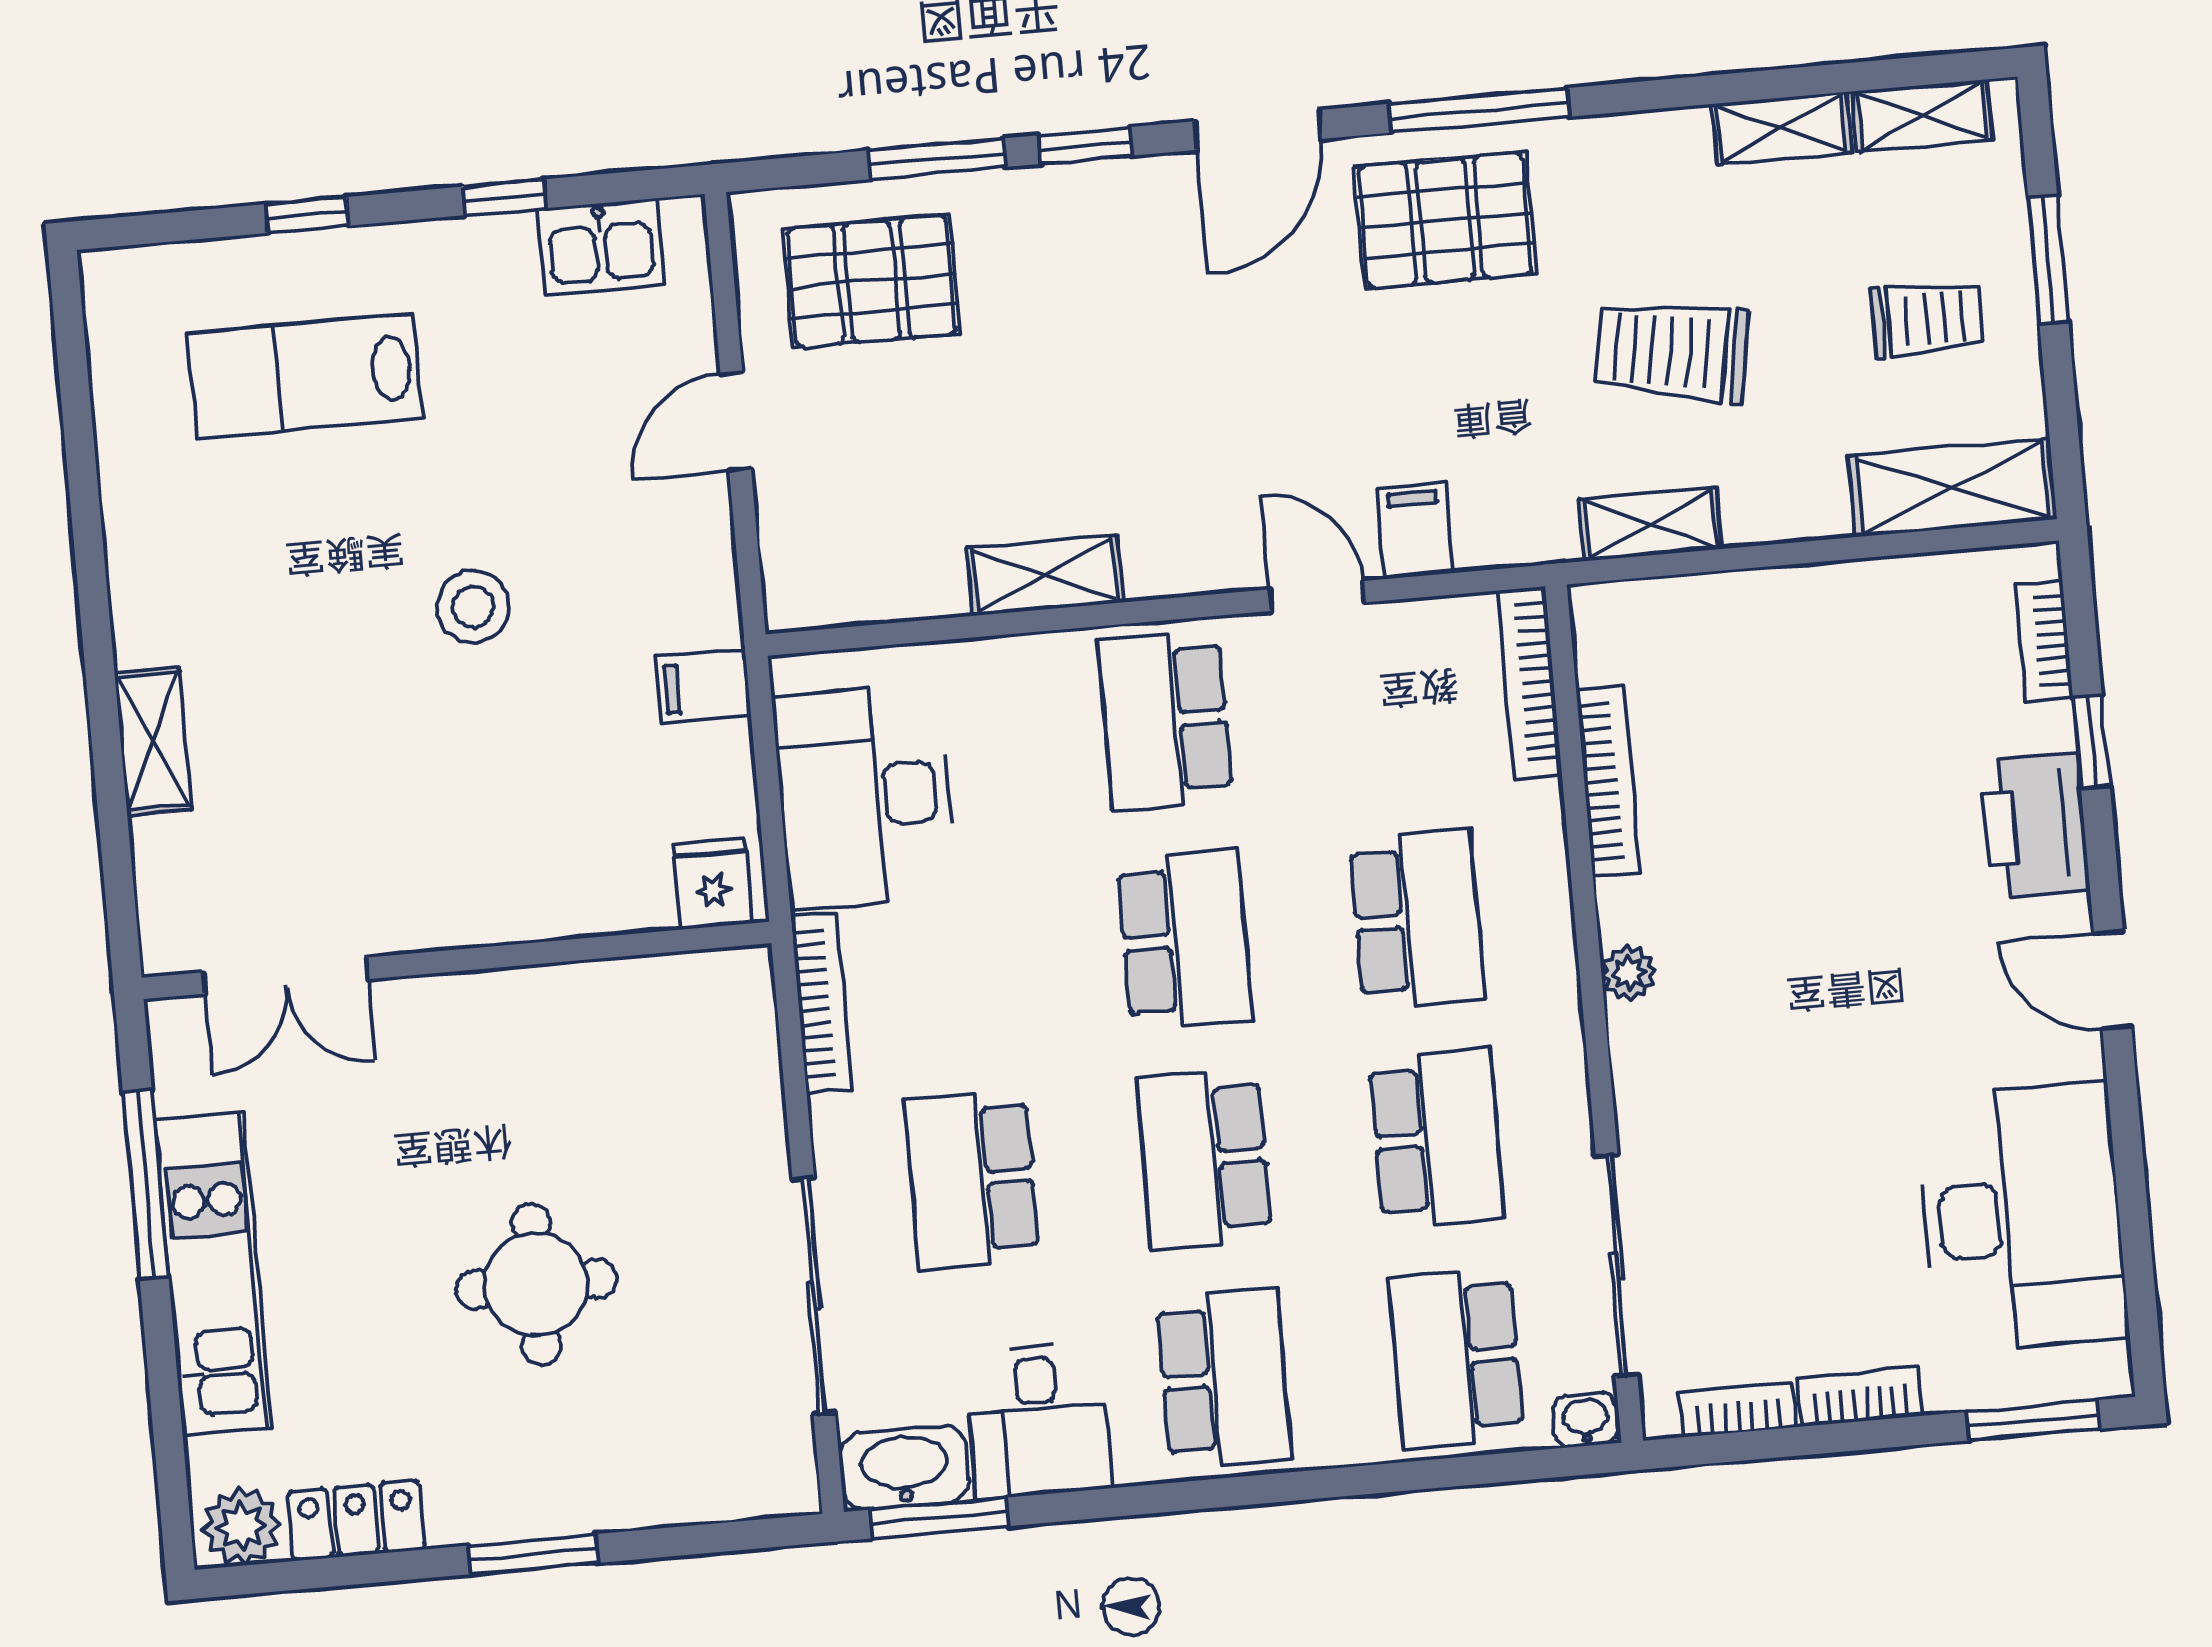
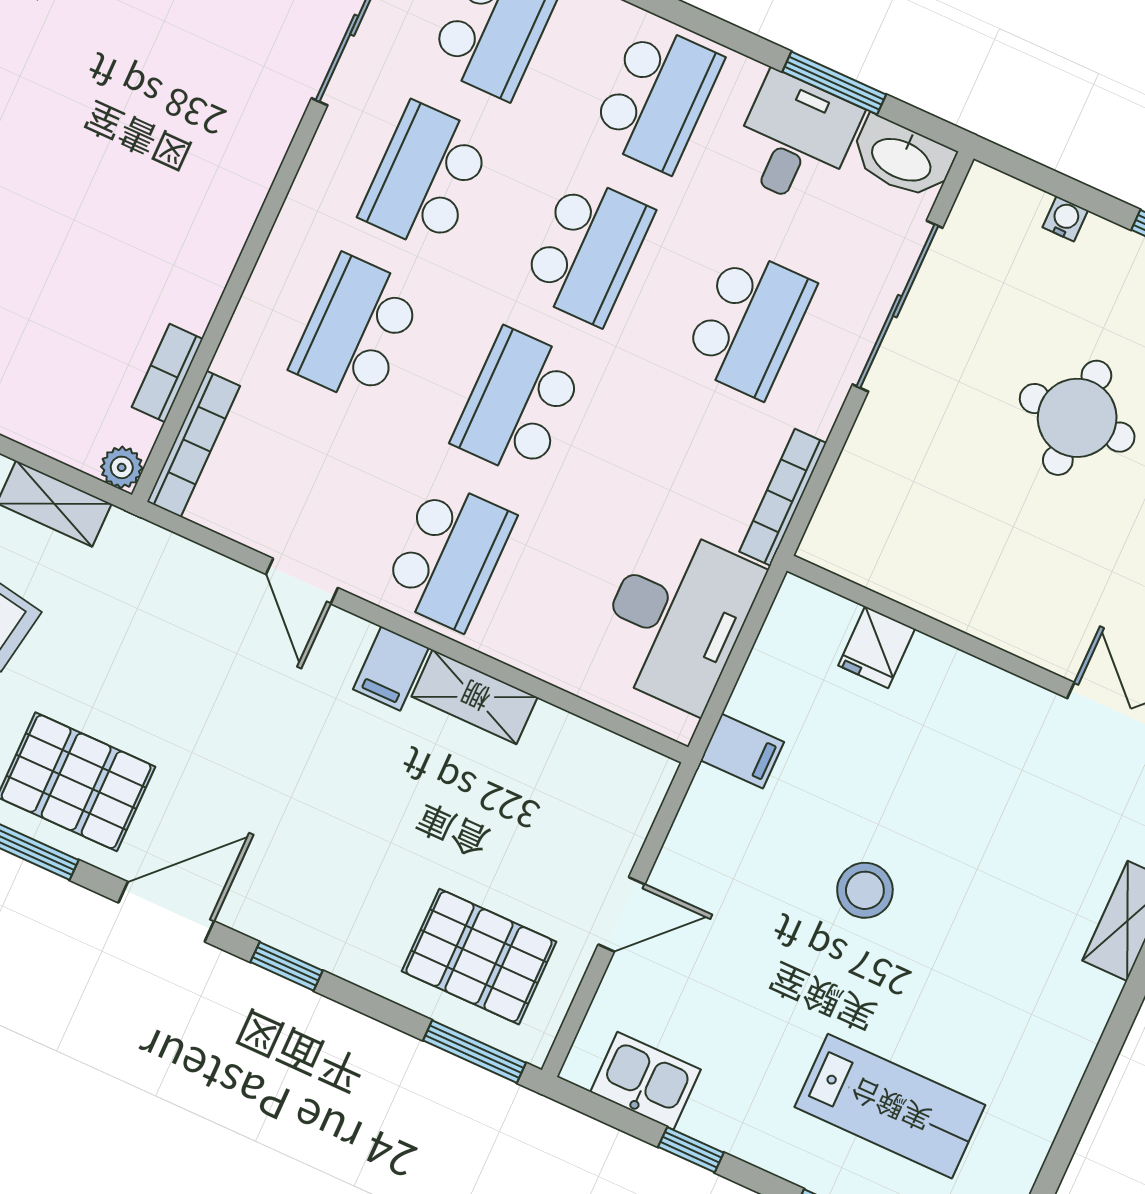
window: (937, 159) -> (475, 1052), moved
filing cabinet: (1415, 531) -> (391, 668), moved
bookcase: (1608, 781) -> (167, 373), width x0.64
fridge: (713, 884) -> (877, 647), moved
plant: (1629, 973) -> (122, 467), moved
school desk: (1224, 1378) -> (657, 98), turned 180
water cooler: (678, 1504) -> (1065, 219), added
window: (939, 1518) -> (834, 83), moved

